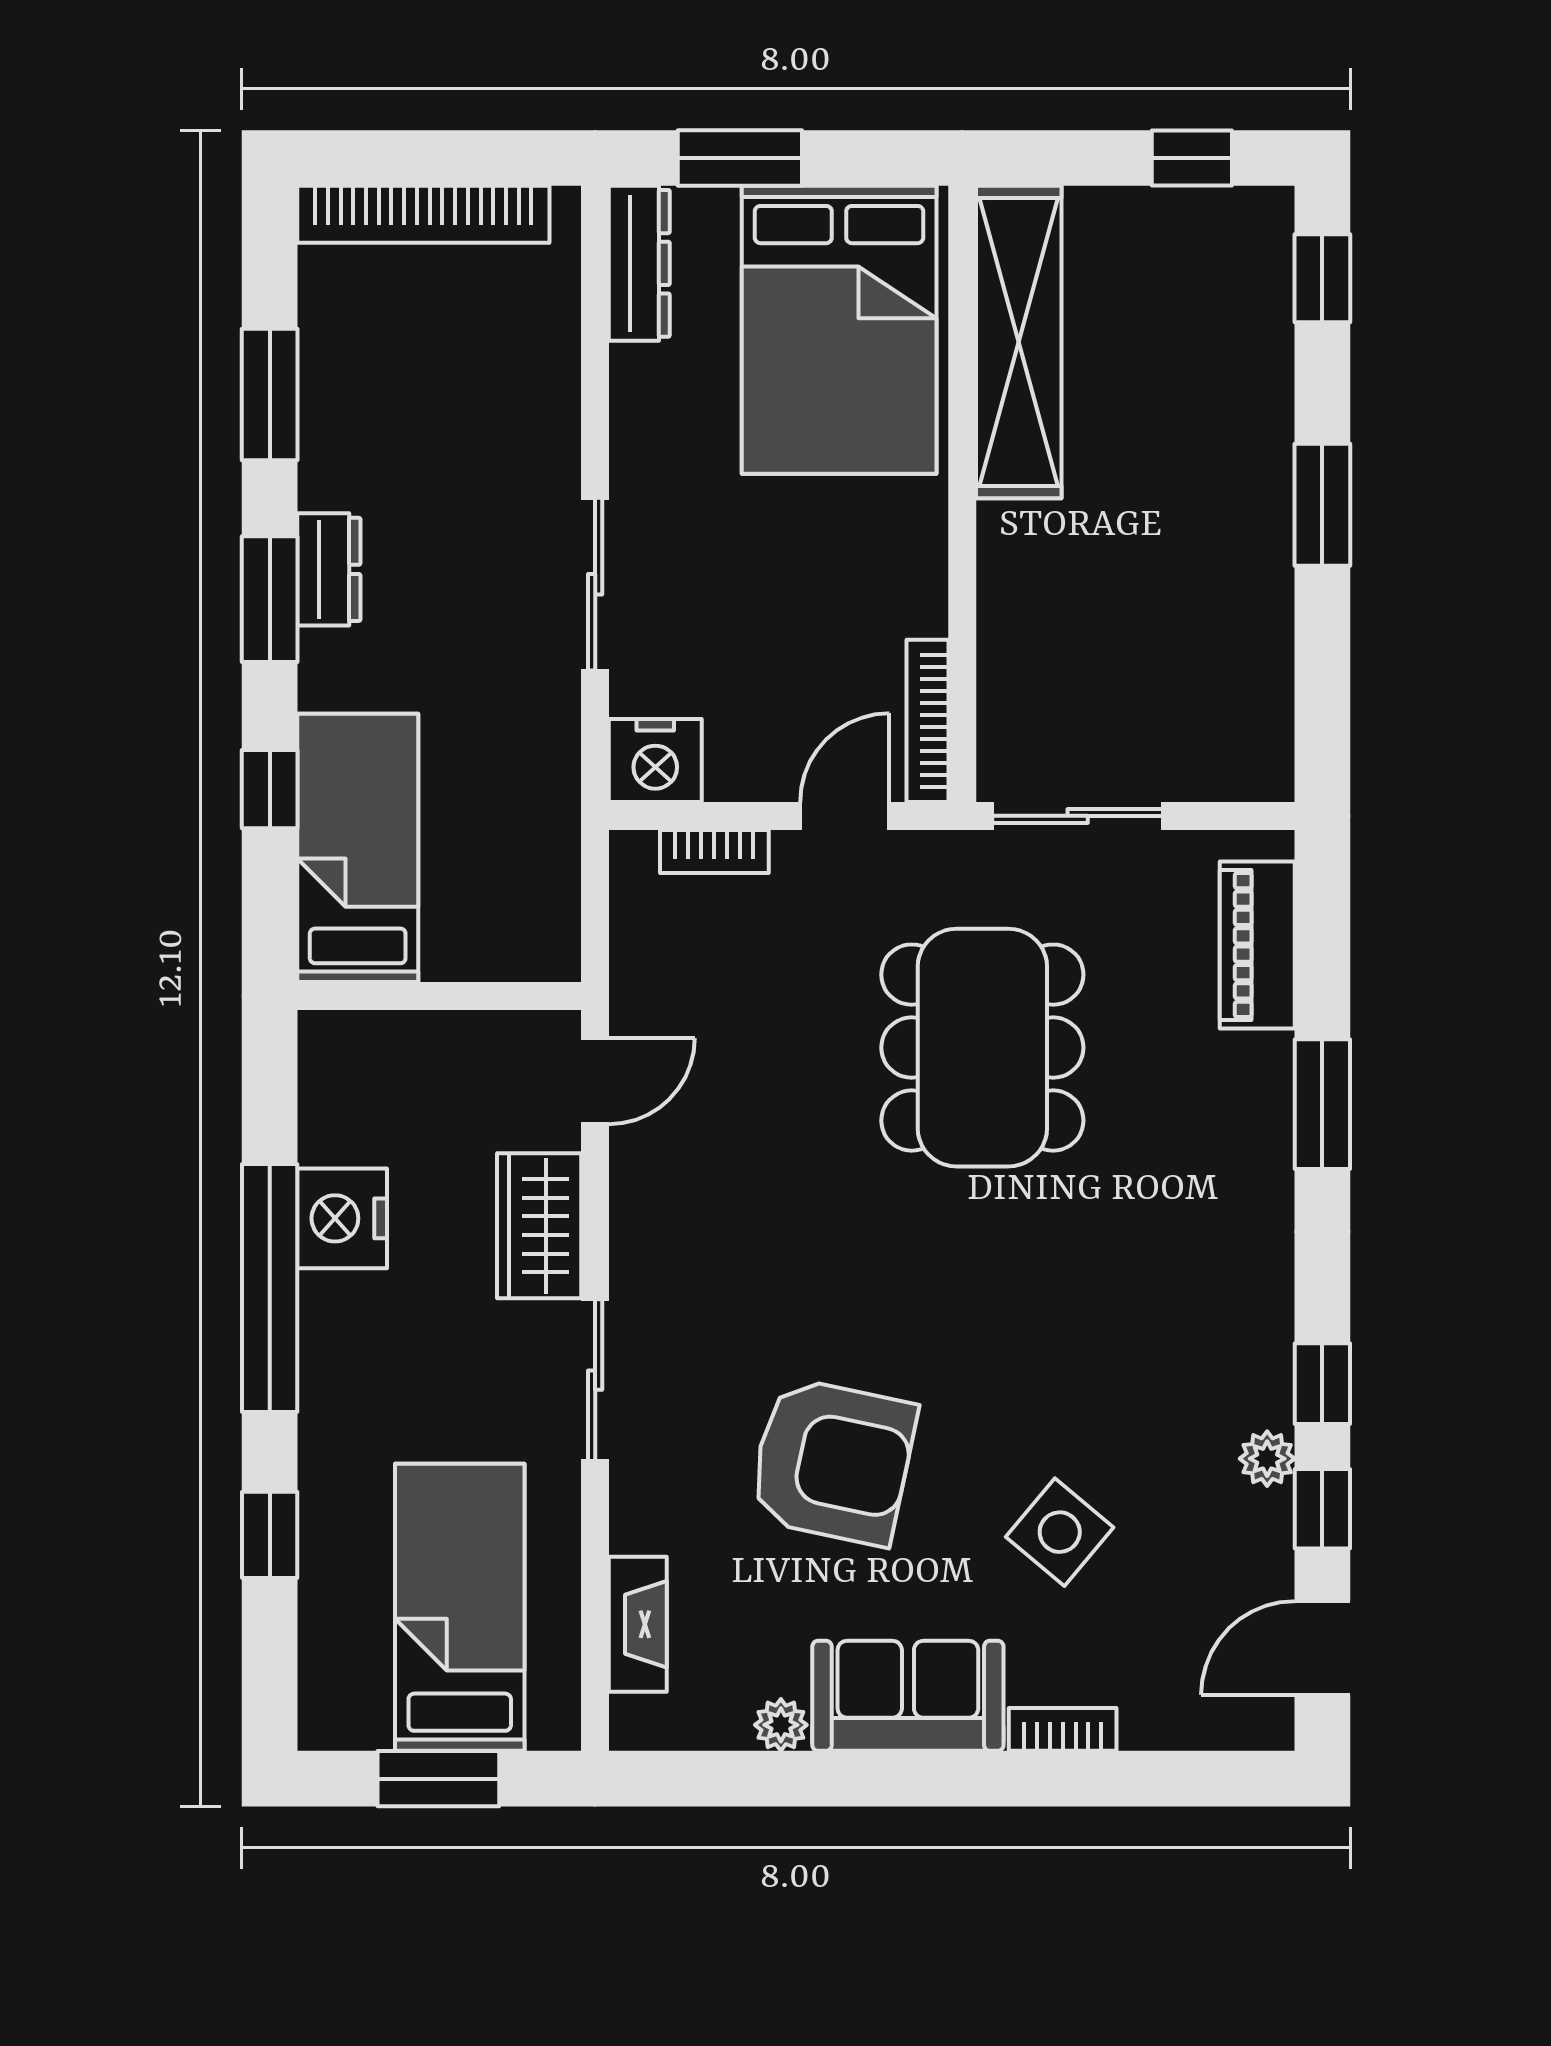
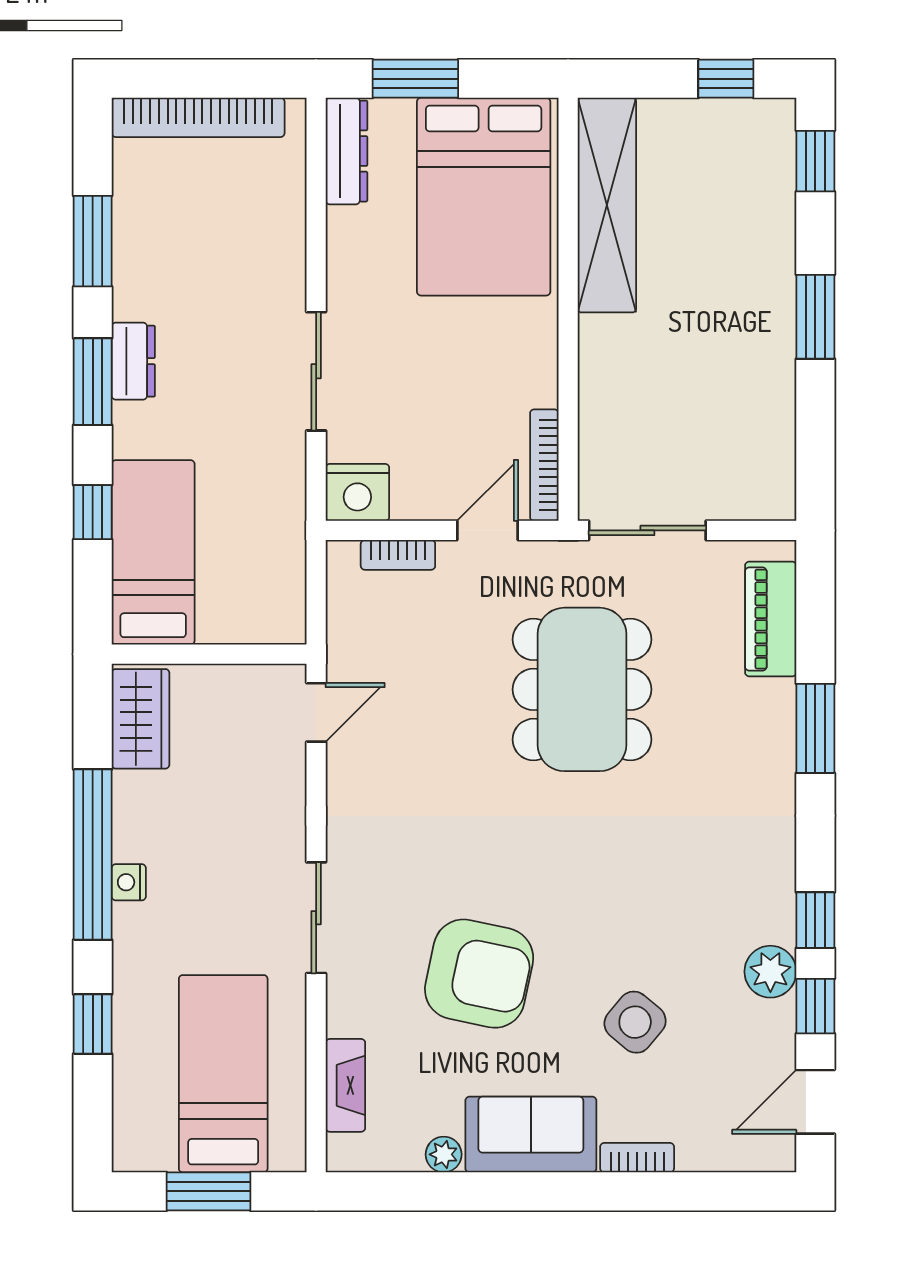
nightstand: (342, 1218) -> (129, 882), moved, width x0.53, depth x0.56
wardrobe: (539, 1226) -> (141, 719), moved, turned 180
plant: (1267, 1459) -> (770, 972), width x1.38, depth x1.38

